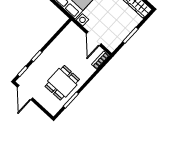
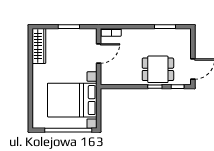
dining table: (62, 83) -> (158, 69), moved

